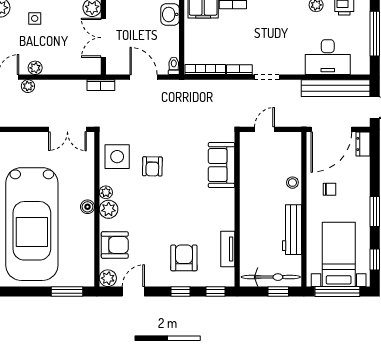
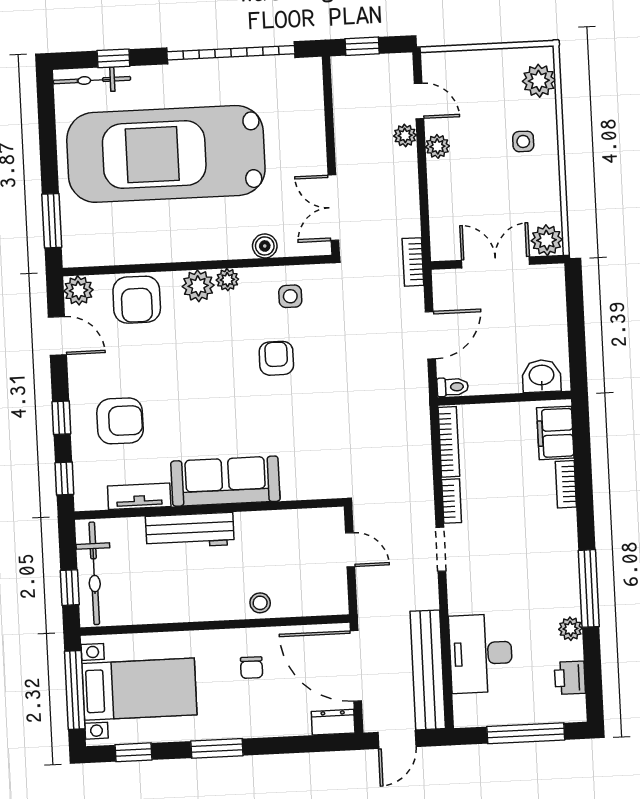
side table: (117, 157) -> (290, 296), width x0.54, depth x0.54
sofa: (222, 165) -> (225, 481), moved, width x1.36
armchair: (152, 166) -> (276, 358), turned 89
boiler: (88, 207) -> (265, 246), moved
workbench: (292, 230) -> (190, 531), moved, turned 180

